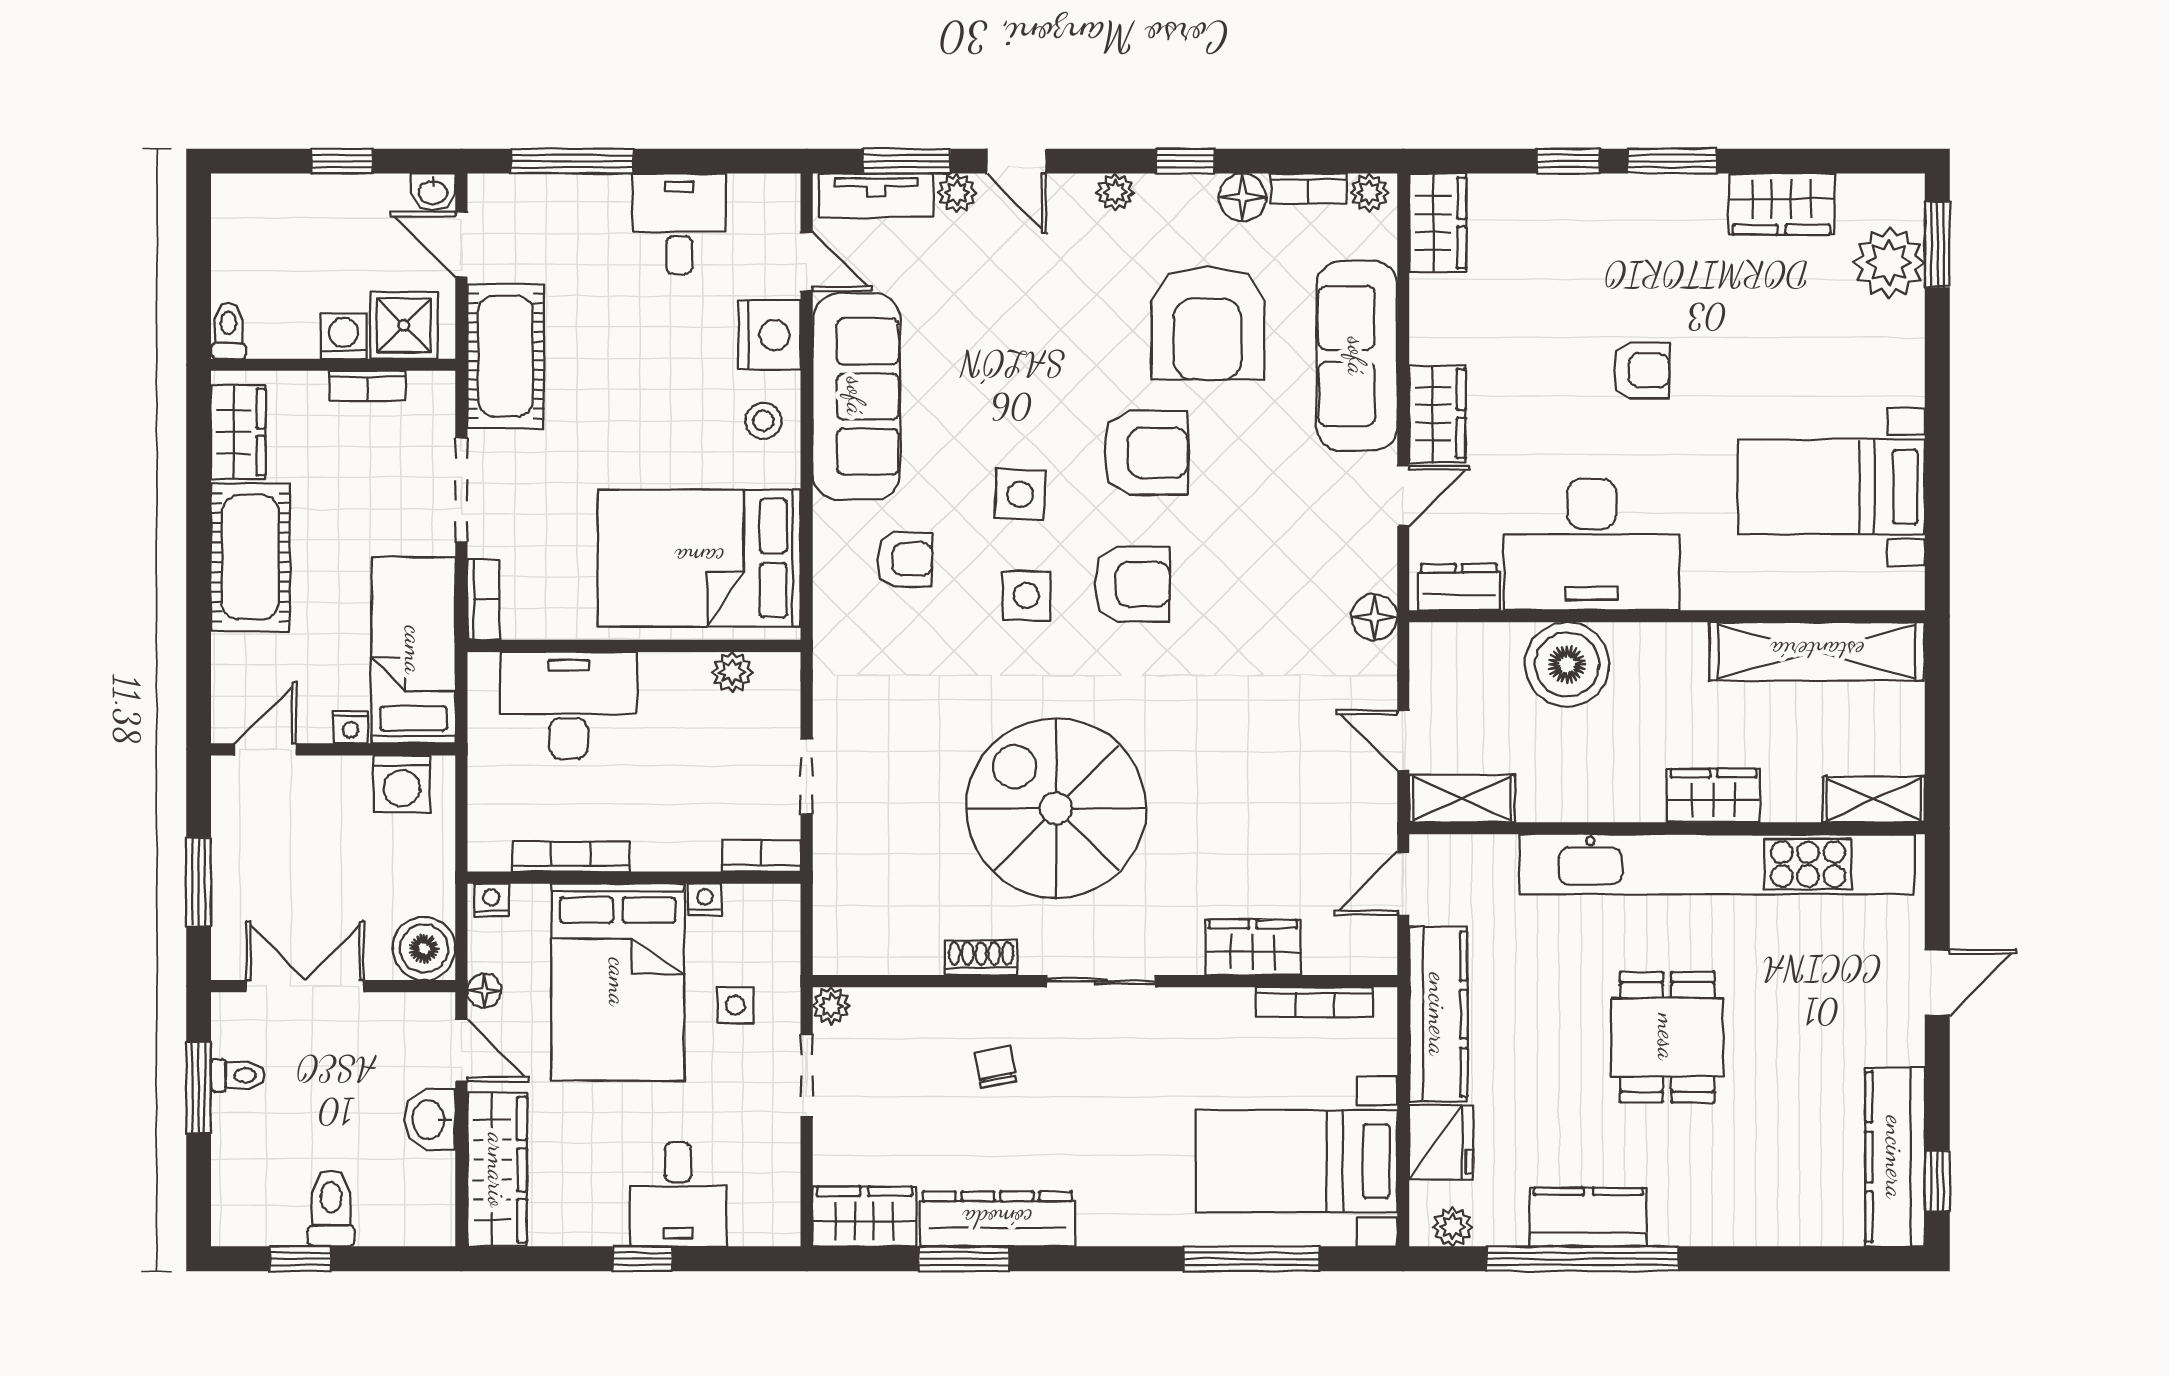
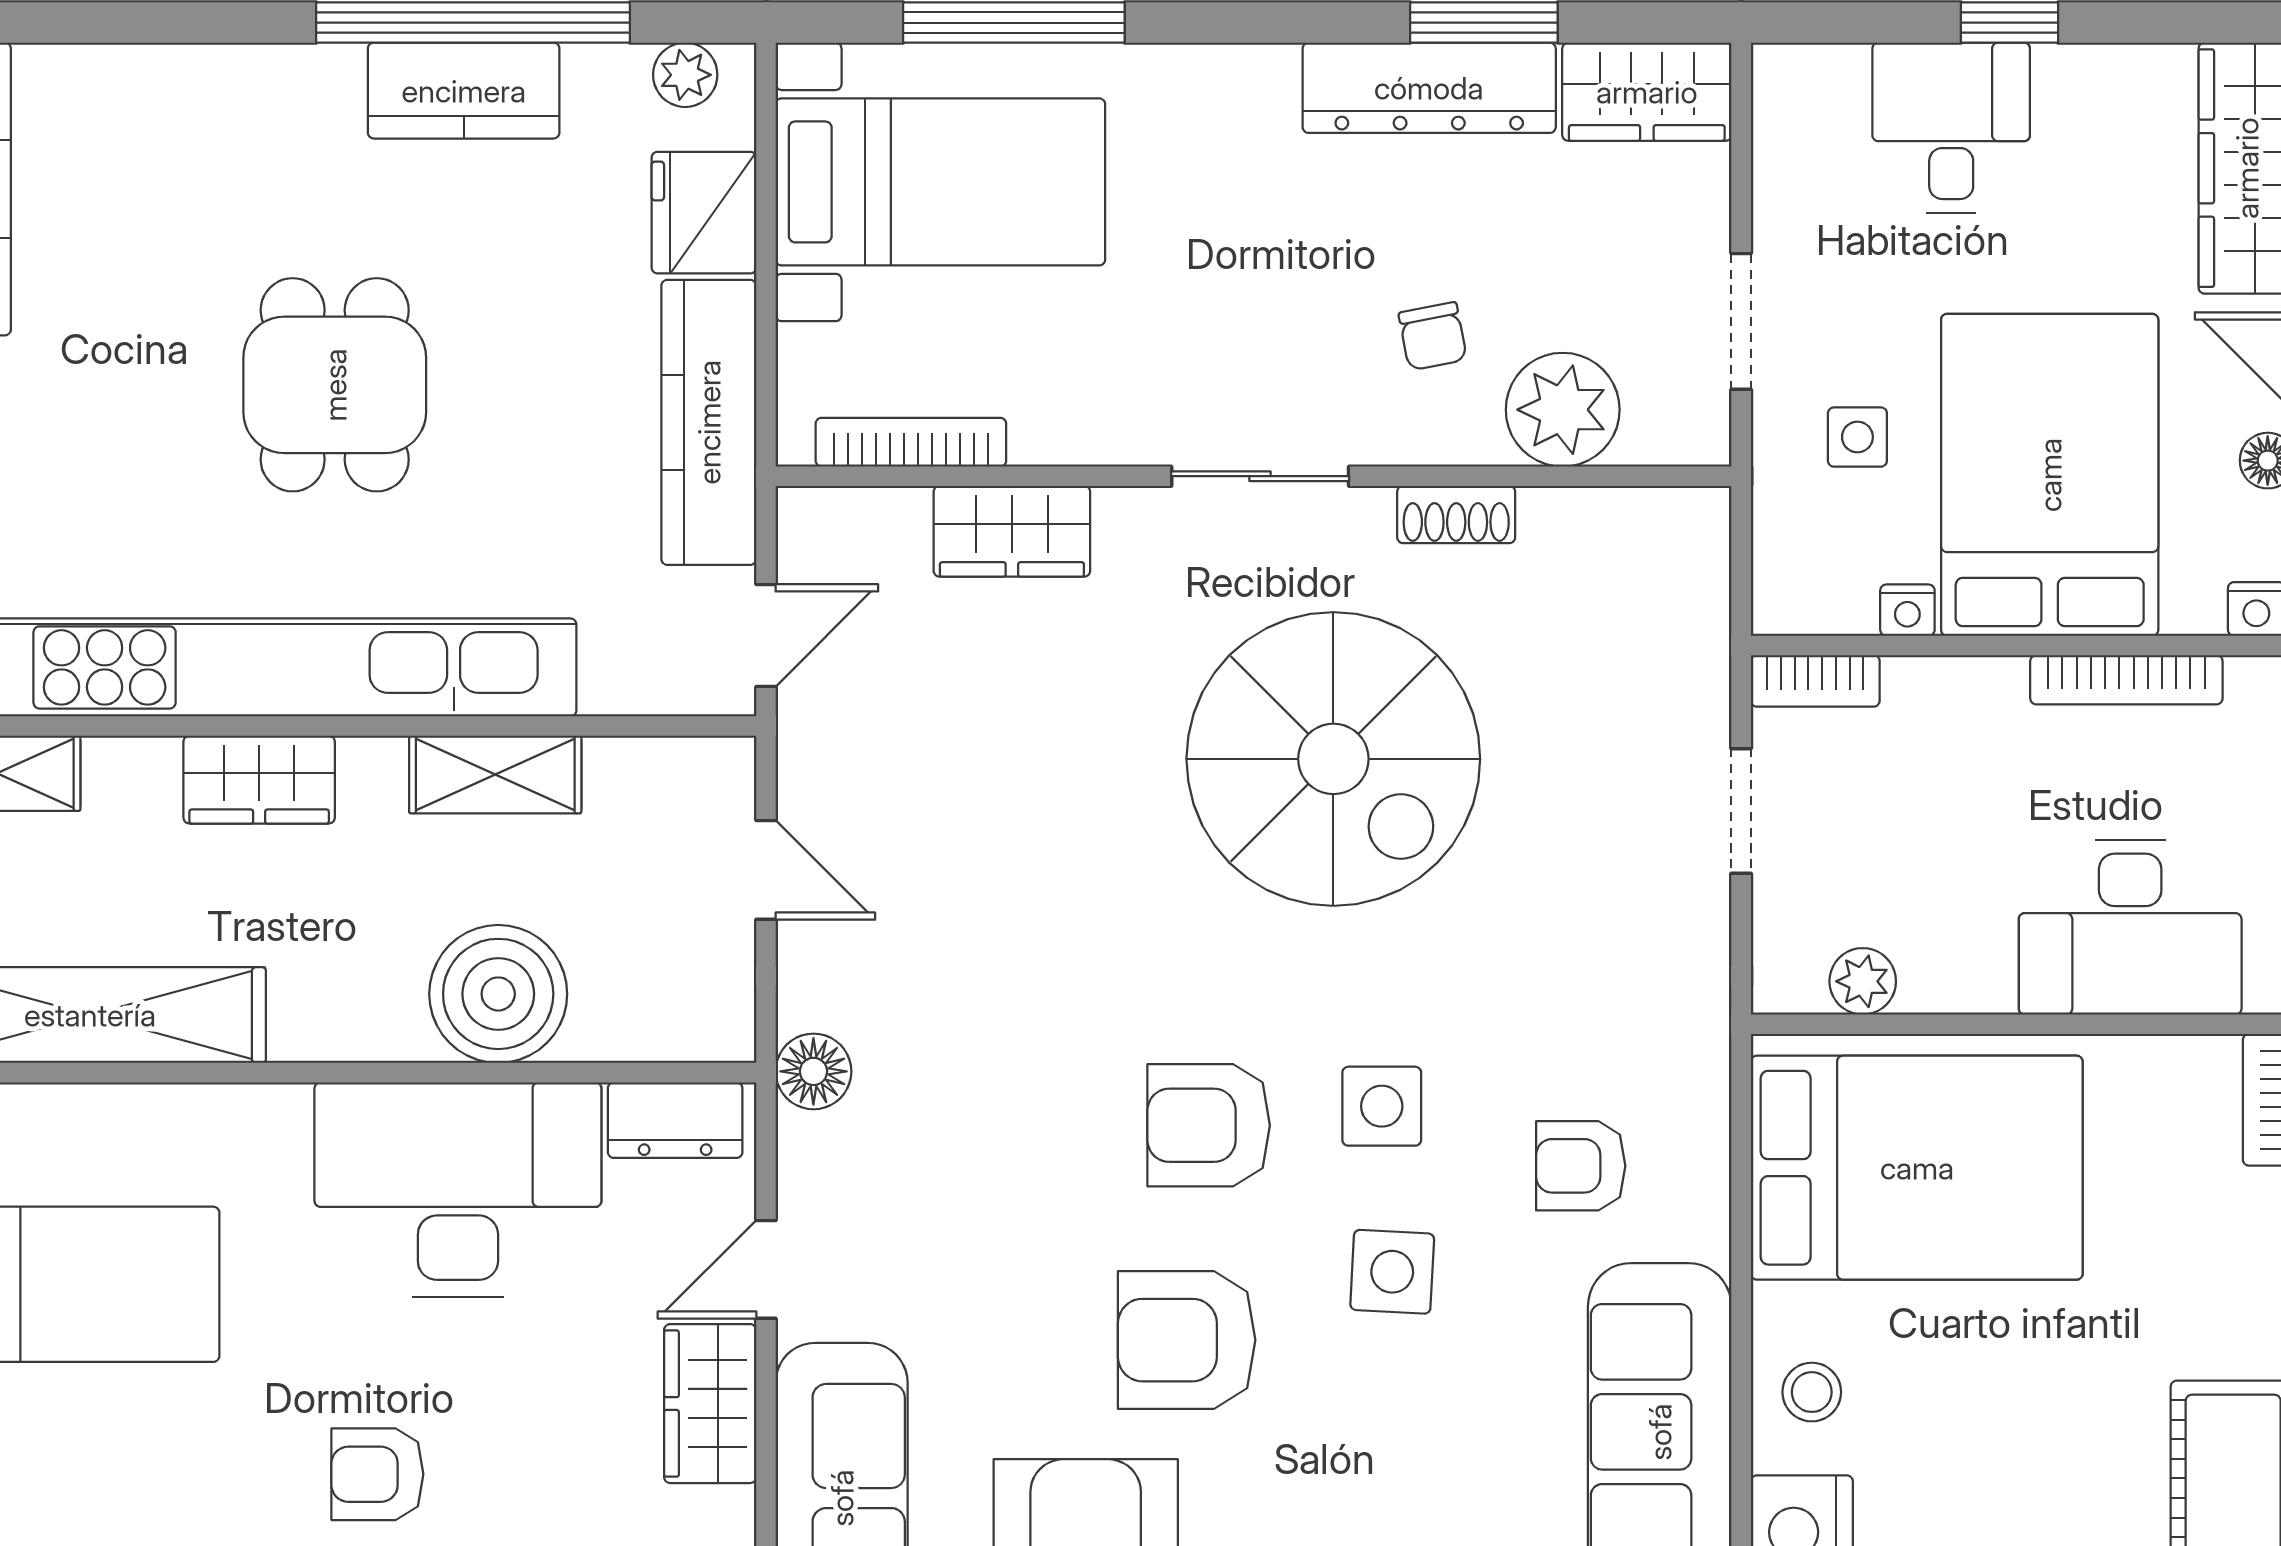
shelving: (1462, 799) -> (495, 775), moved
plant: (831, 1006) -> (1563, 410), moved, width x1.87, depth x1.87

